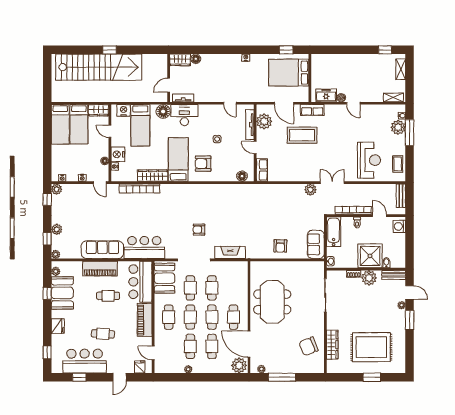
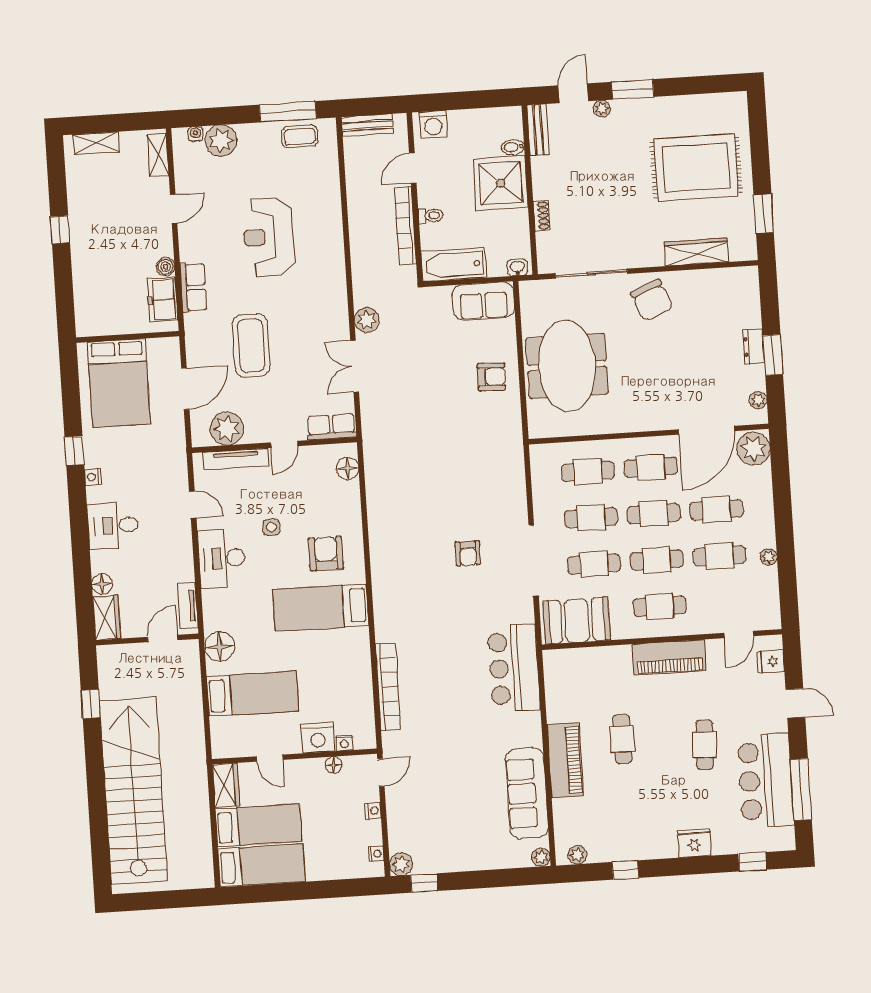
window: (110, 50) -> (91, 704), moved
window: (286, 50) -> (74, 451), moved
window: (385, 50) -> (60, 230), moved
desk: (223, 66) -> (113, 526), added
door: (169, 85) -> (162, 639), swing flipped
door: (230, 103) -> (193, 505), hinge flipped
door: (353, 103) -> (174, 209), moved
nightstand: (124, 110) -> (223, 732), removed
row of seats: (312, 110) -> (193, 287), moved
desk: (184, 115) -> (222, 558), moved
door: (110, 131) -> (270, 758), hinge flipped
window: (410, 133) -> (288, 112), moved
reception desk: (369, 160) -> (269, 237), moved, turned -90
armchair: (203, 164) -> (326, 554), turned 180
wardrobe: (153, 176) -> (359, 660), removed
double door: (332, 183) -> (355, 366), moved
plant: (57, 229) -> (487, 858), removed
window: (47, 239) -> (509, 877), removed
sofa: (102, 250) -> (527, 793), moved
fireplace: (230, 252) -> (513, 483), removed
plant: (369, 278) -> (548, 182), removed
bar counter: (140, 282) -> (588, 672), removed
cafe table: (233, 288) -> (588, 471), added
booth: (62, 293) -> (623, 838), removed
meeting table: (272, 302) -> (567, 366), moved, turned 90
chair: (309, 346) -> (652, 300), moved
rug: (371, 347) -> (696, 168), turned 90
dresser: (286, 369) -> (754, 347), added
window: (79, 377) -> (801, 790), width x2.17
window: (282, 377) -> (773, 355), width x0.69
window: (372, 377) -> (764, 214), moved

